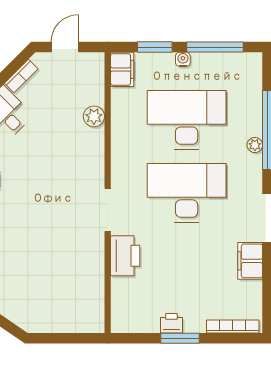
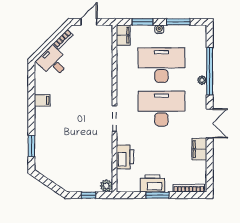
window: (215, 47) -> (178, 22), width x0.69
plant: (94, 116) -> (106, 186), moved
printer: (125, 256) -> (125, 157), moved
printer: (172, 323) -> (152, 183), width x1.87, depth x1.48
window: (64, 338) -> (89, 195), added

